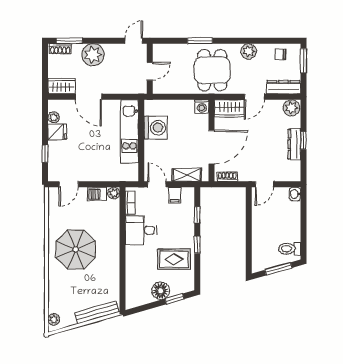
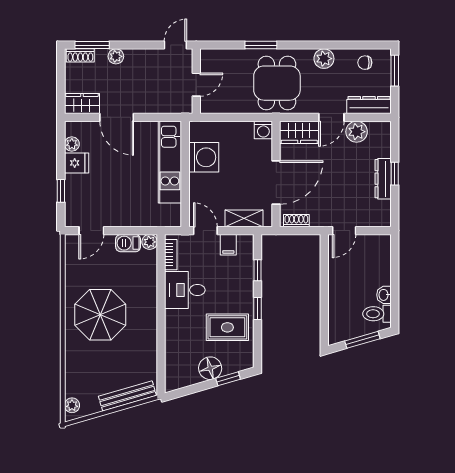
plant: (93, 55) -> (116, 56), width x0.53, depth x0.53
plant: (291, 108) -> (357, 132), moved
washbasin: (295, 194) -> (384, 295), moved

